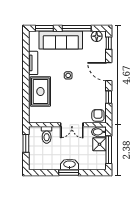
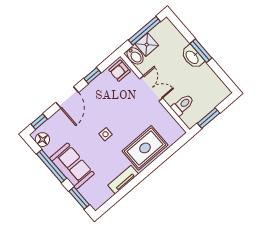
sofa: (61, 40) -> (72, 166), width x0.73

